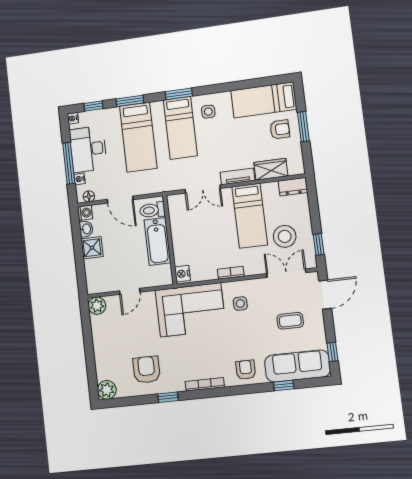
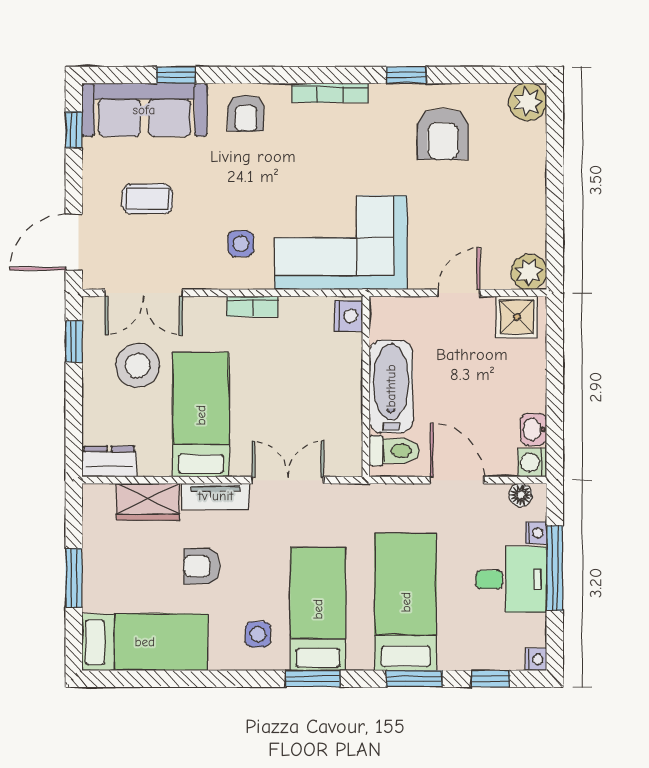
armchair: (280, 129) -> (202, 566), moved
desk: (88, 149) -> (511, 579), width x0.73
shower: (92, 248) -> (517, 317), moved

